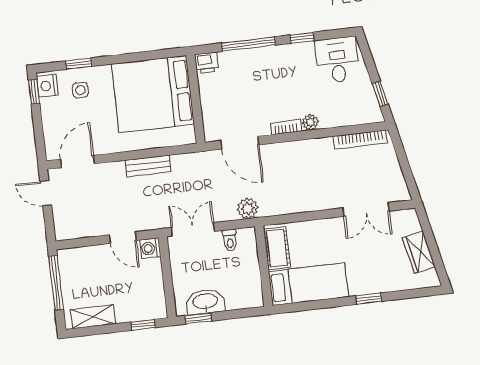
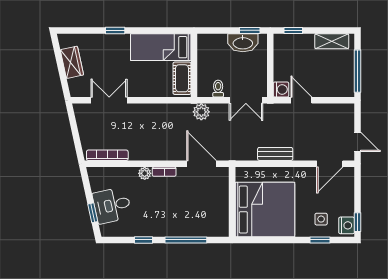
desk: (337, 60) -> (112, 205), moved, turned 78
printer: (207, 63) -> (220, 229), removed
window: (380, 94) -> (93, 213), moved

